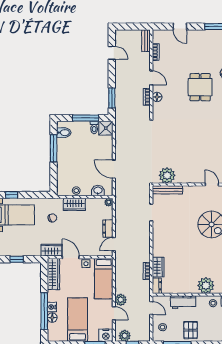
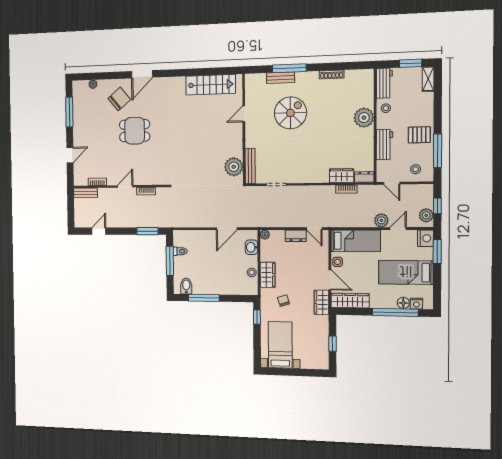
floor lamp: (157, 97) -> (146, 180), removed
shower: (106, 128) -> (181, 238), removed
window: (12, 195) -> (257, 317), moved
door: (71, 257) -> (330, 280), swing flipped
nightstand: (52, 307) -> (416, 304), moved
door: (151, 308) -> (392, 183), swing flipped

